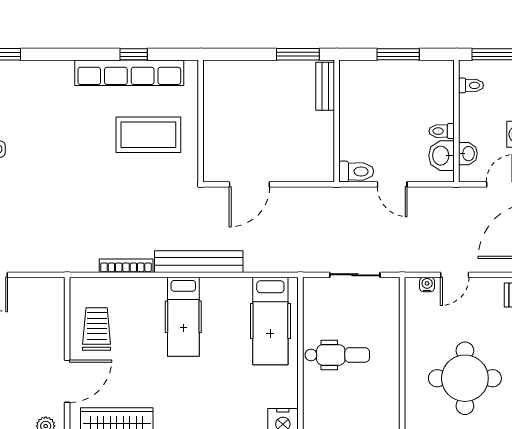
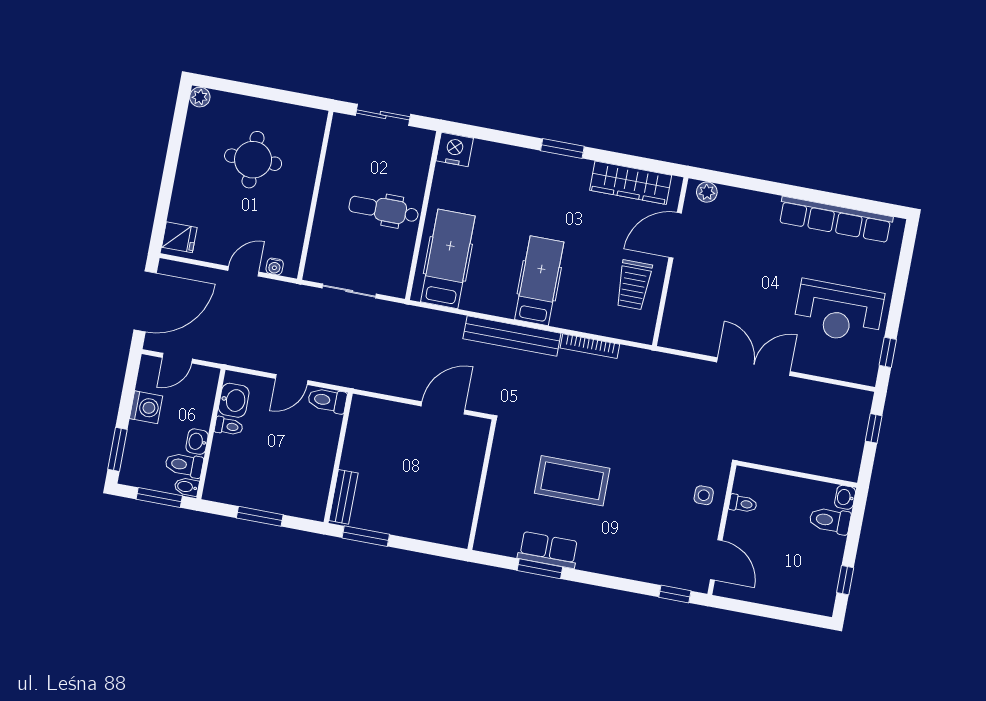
window: (134, 54) -> (540, 569), width x1.50
bidet: (470, 69) -> (187, 487), added
row of seats: (129, 73) -> (548, 550), width x0.50
toilet: (471, 85) -> (184, 465), width x1.37, depth x1.39
coffee table: (148, 135) -> (572, 481), moved
washbasin: (468, 154) -> (197, 442), moved
door: (392, 184) -> (292, 380), swing flipped
round table: (465, 378) -> (253, 160), width x0.73, depth x0.73

